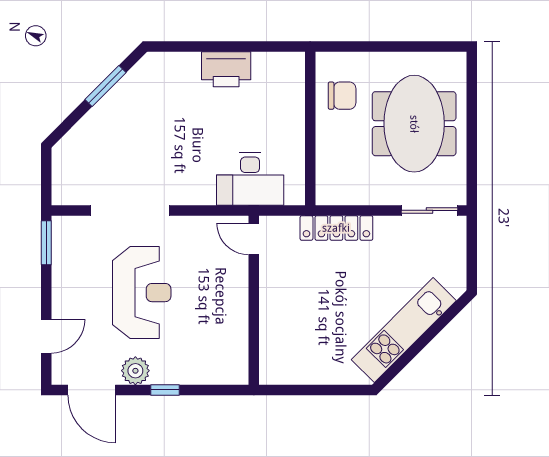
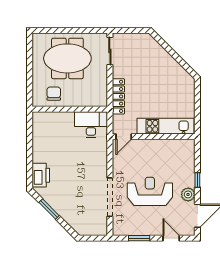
printer: (226, 69) -> (41, 175), moved
desk: (250, 179) -> (91, 125), moved, turned -90
window: (46, 243) -> (139, 238), moved
kitchen unit: (404, 330) -> (165, 126), moved, turned 135

